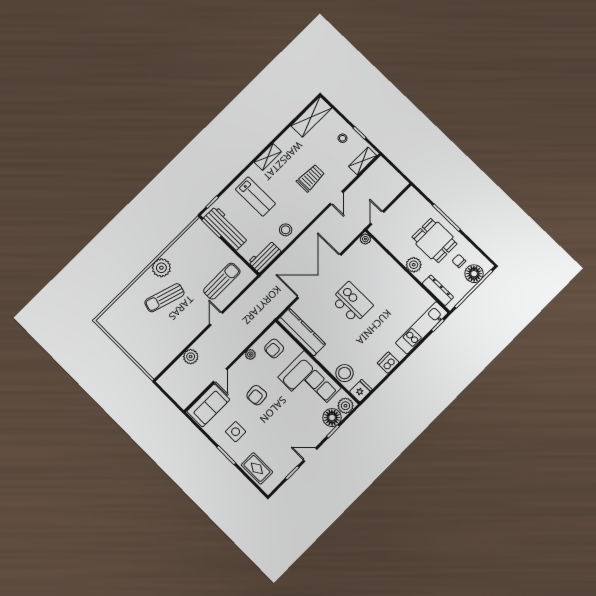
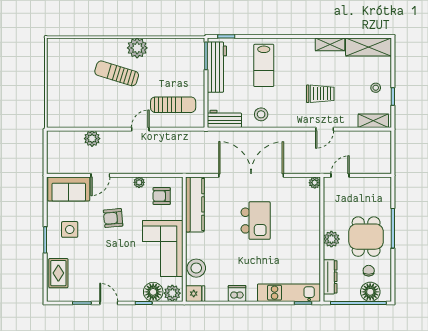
shelving: (268, 157) -> (330, 44), moved

